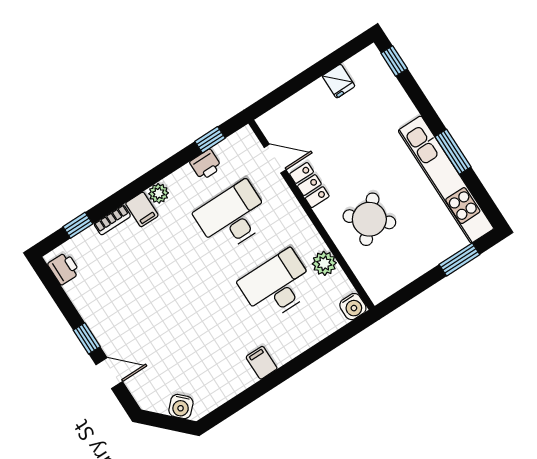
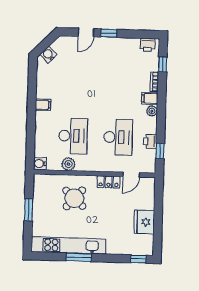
fridge: (339, 81) -> (144, 222), width x1.88, depth x1.34
window: (459, 259) -> (28, 210), moved

